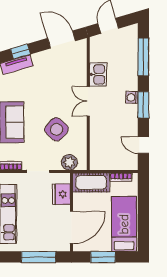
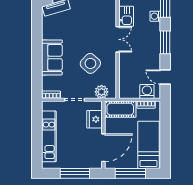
washing machine: (132, 97) -> (155, 16), moved
double door: (88, 101) -> (118, 39), swing flipped
washing machine: (122, 162) -> (147, 91), added
window: (103, 257) -> (130, 173), width x1.44

